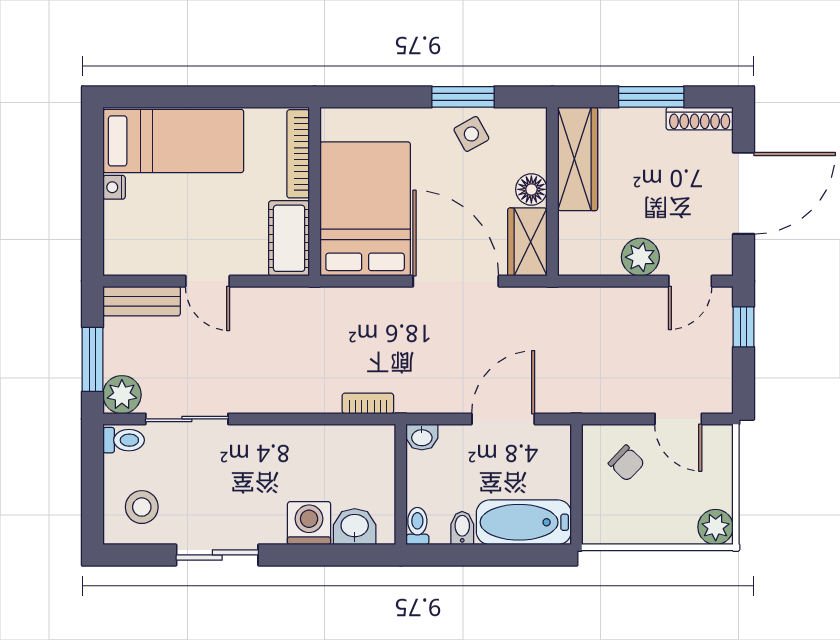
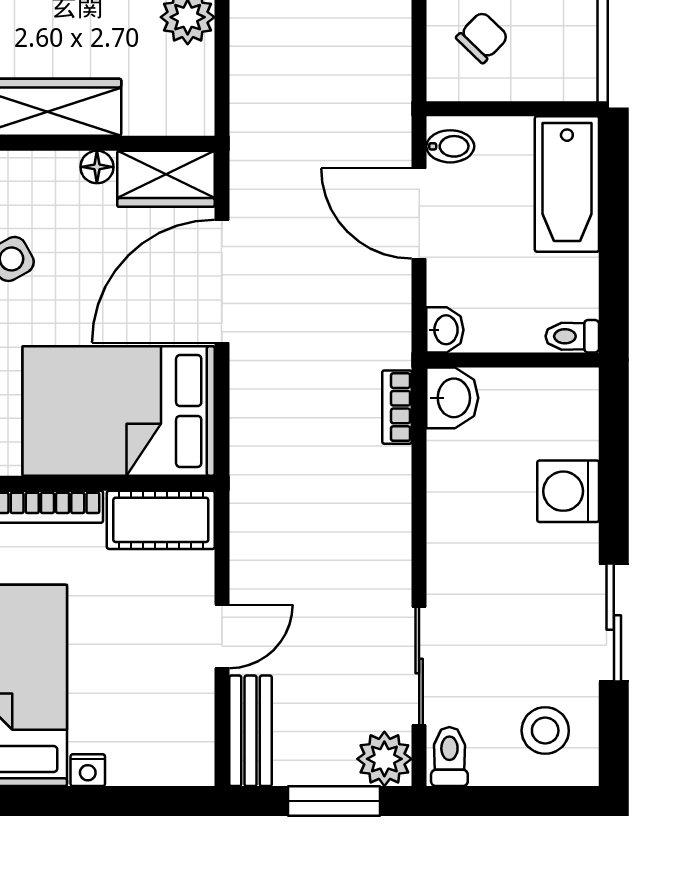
floor lamp: (531, 189) -> (97, 167), width x0.73, depth x0.73
washbasin: (355, 527) -> (452, 398), moved, turned 180
bidet: (462, 528) -> (450, 146), moved, turned 180

